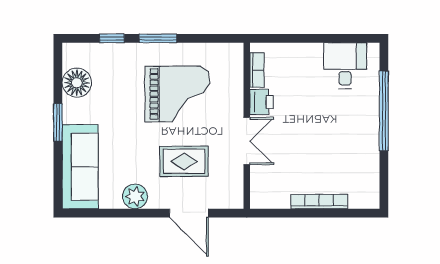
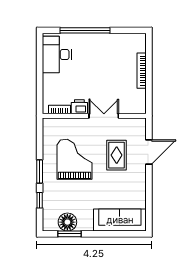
desk: (345, 66) -> (57, 55), width x1.37
window: (58, 122) -> (69, 234), moved
plant: (135, 196) -> (138, 186), removed

